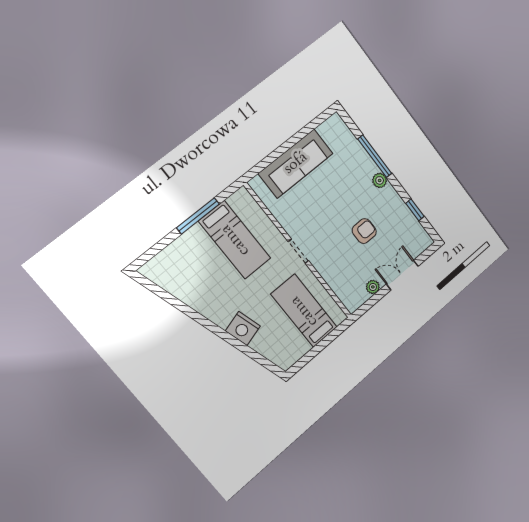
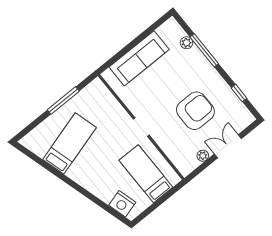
plant: (380, 180) -> (186, 43), moved
armchair: (364, 231) -> (195, 111), width x1.88, depth x1.88
bed: (235, 240) -> (70, 143), moved, turned -106
nightstand: (243, 329) -> (122, 204), moved

